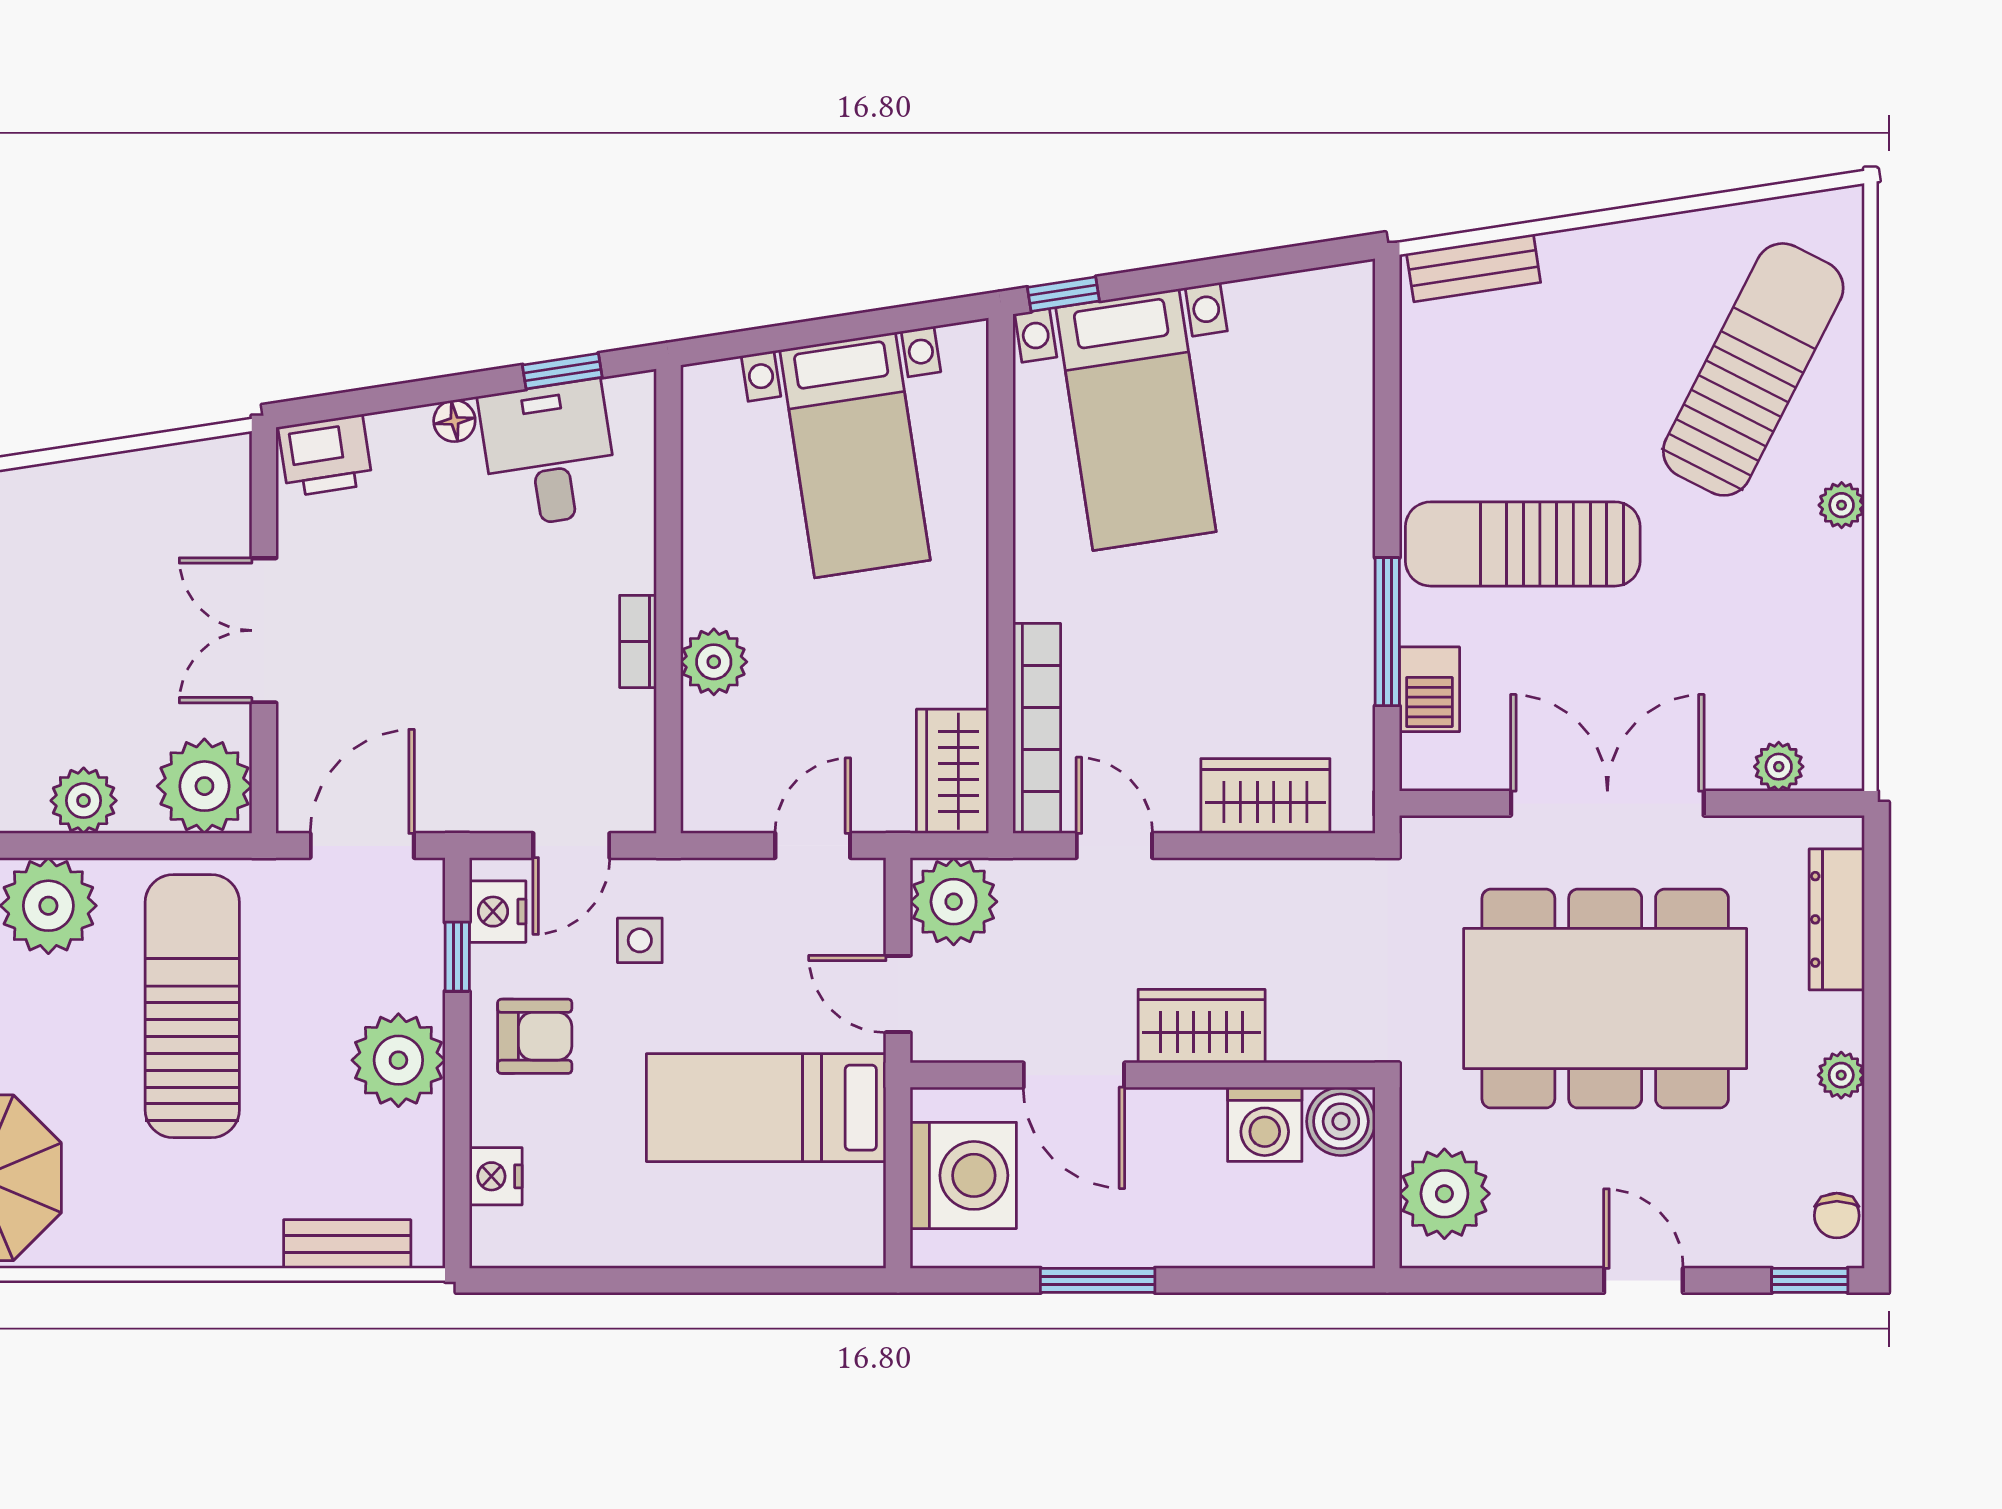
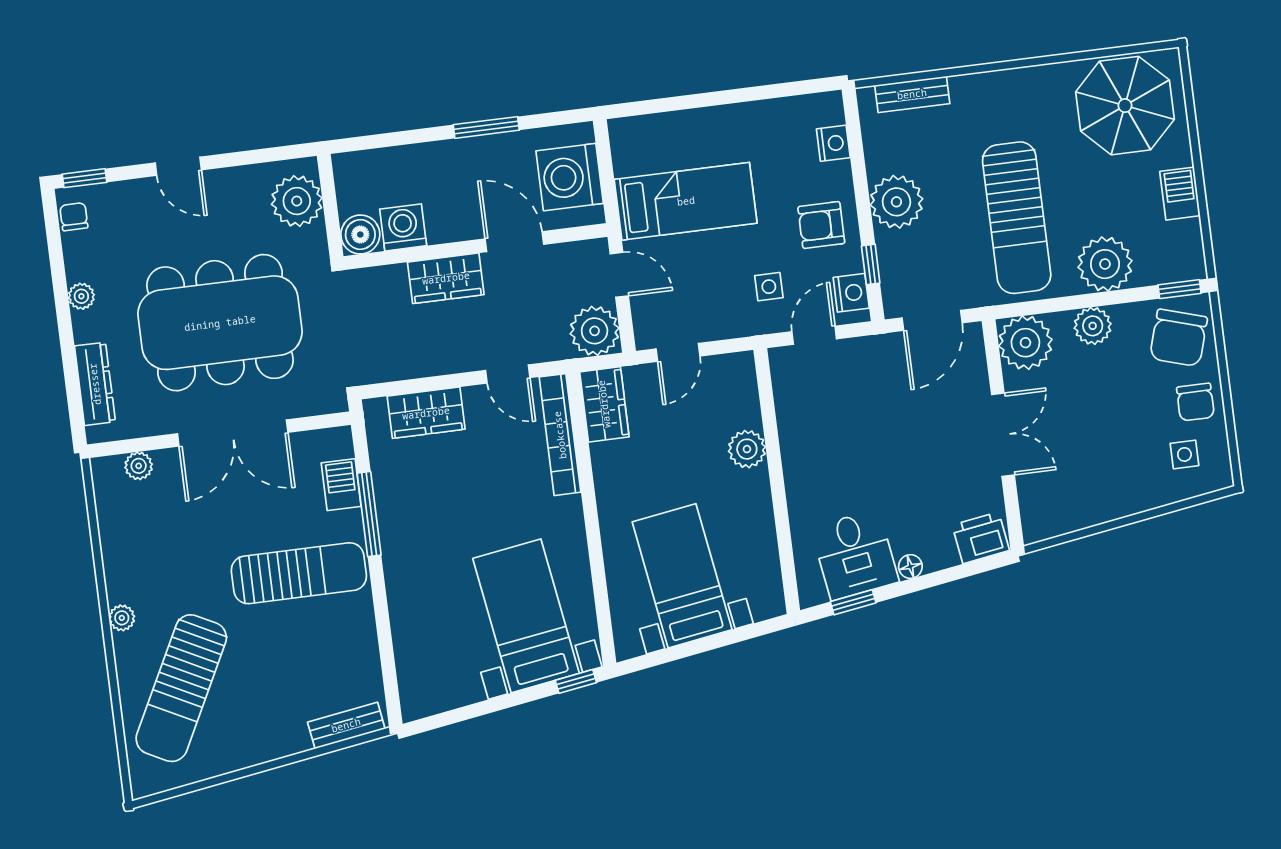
bookcase: (638, 641) -> (791, 455), removed

